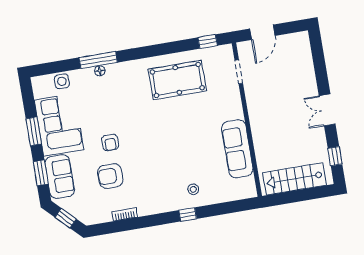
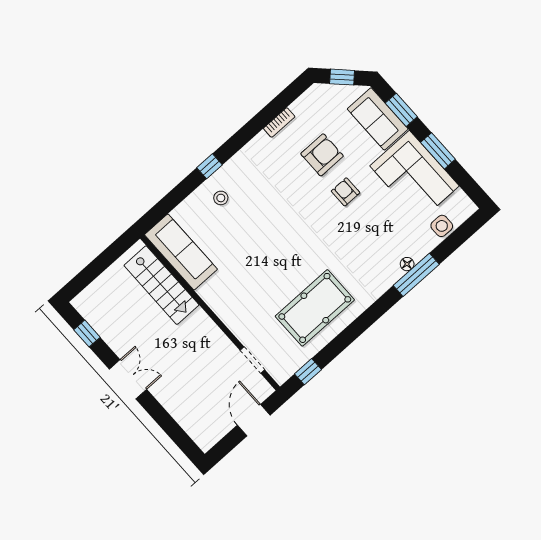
sofa: (237, 149) -> (181, 252), moved
stairs: (295, 179) -> (161, 285), moved, turned 90

